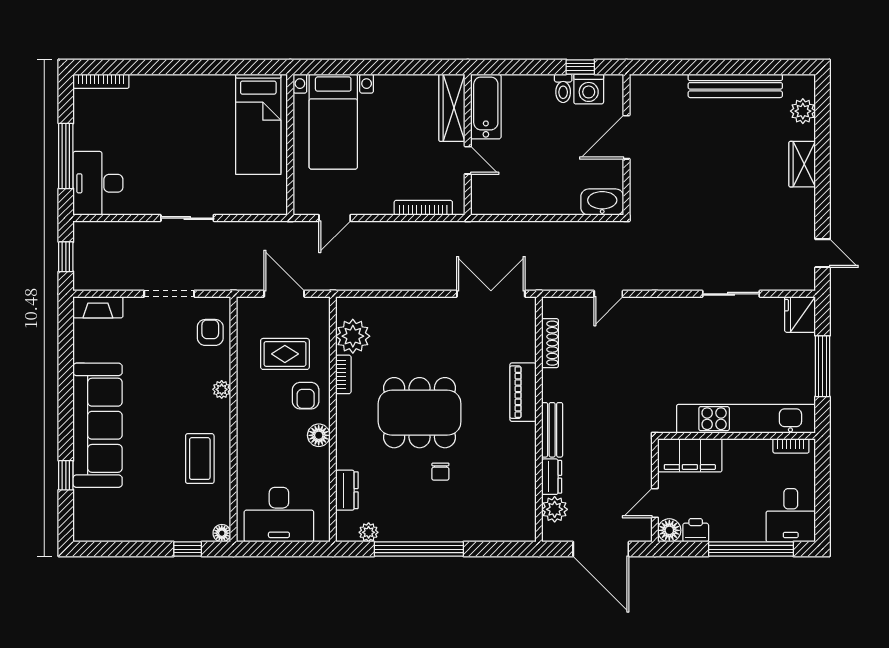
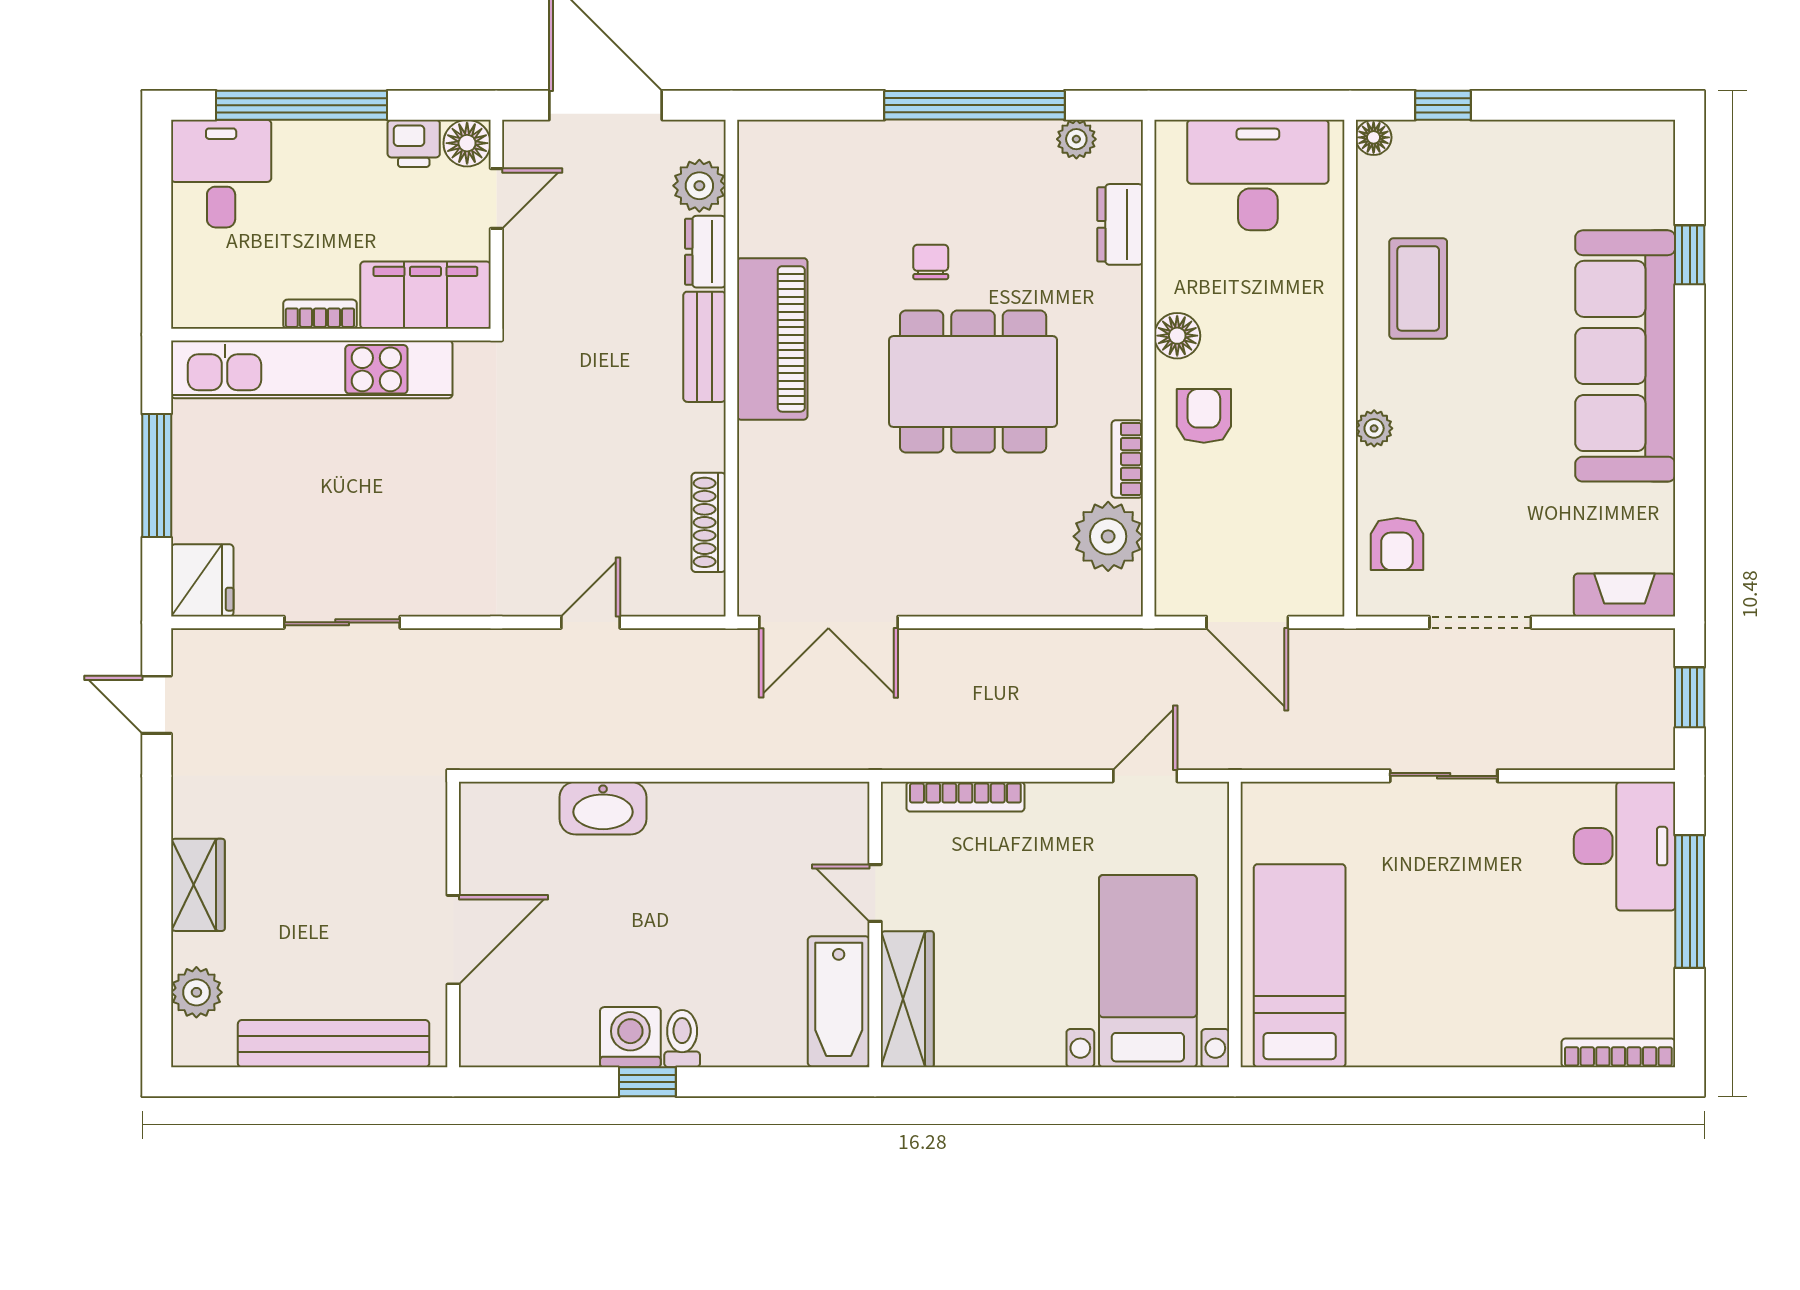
door: (626, 137) -> (453, 940), moved
wall: (626, 145) -> (453, 924), moved
rug: (285, 354) -> (1246, 500), removed
piano: (523, 392) -> (772, 339), moved, width x1.37, depth x1.33
bookcase: (791, 446) -> (320, 314), moved

